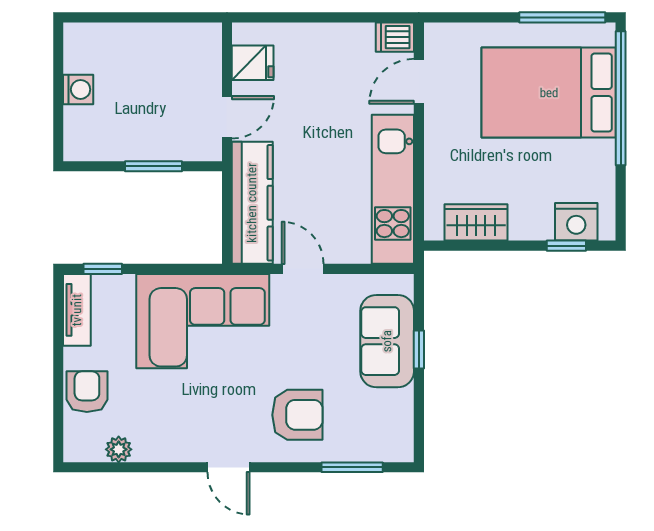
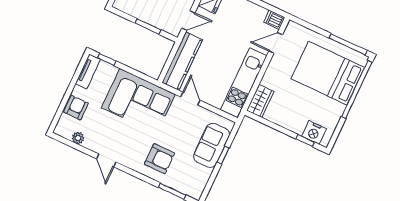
wardrobe: (476, 222) -> (260, 101), moved, turned 90
door: (228, 467) -> (106, 160), moved

